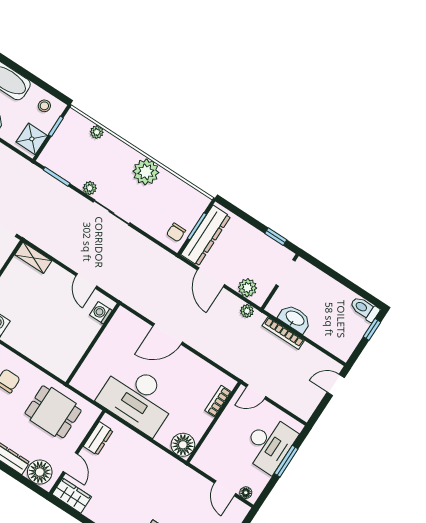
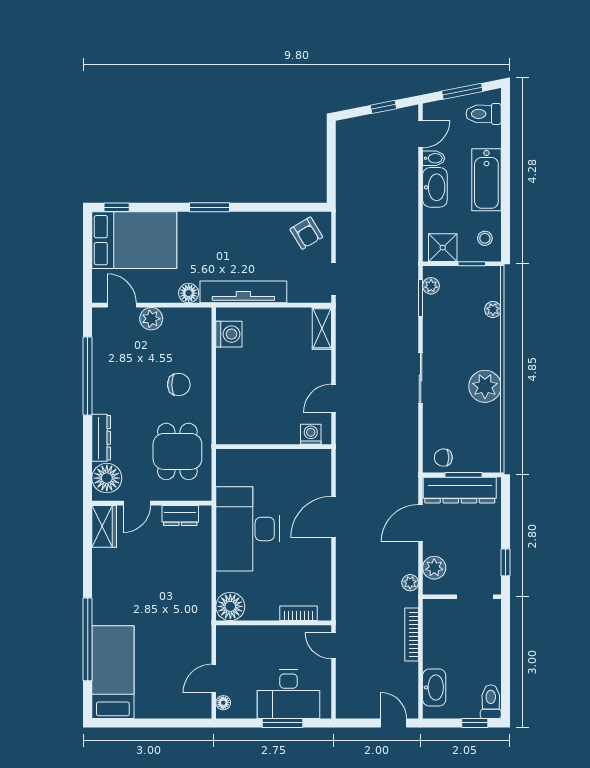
plant: (90, 188) -> (431, 286), moved
washbasin: (295, 319) -> (434, 687), moved
door: (168, 334) -> (334, 517), hinge flipped

